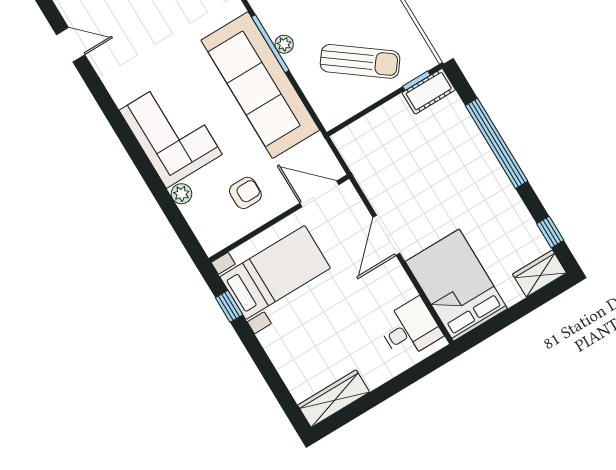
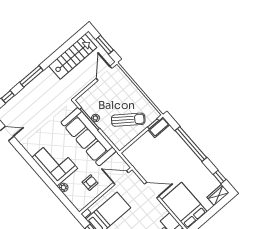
door: (386, 235) -> (152, 190), swing flipped

